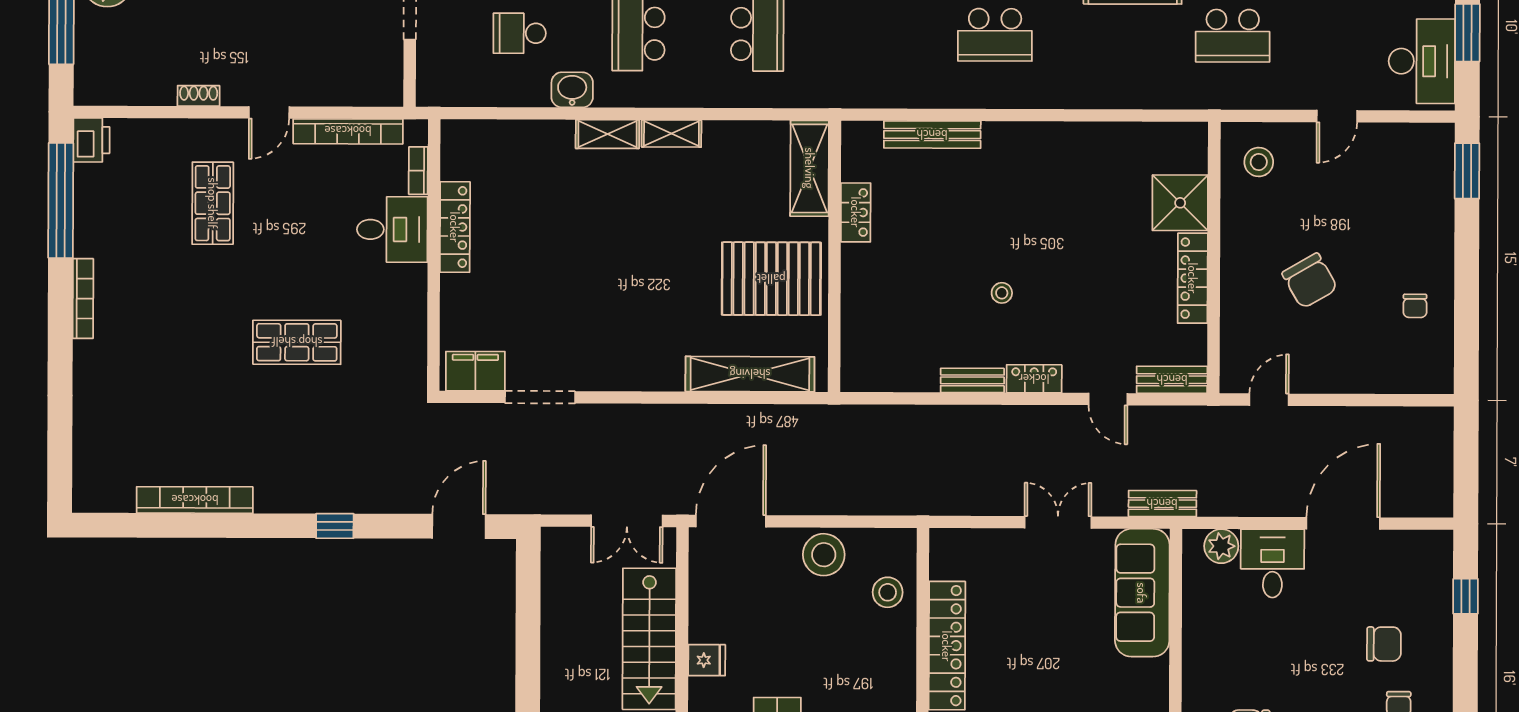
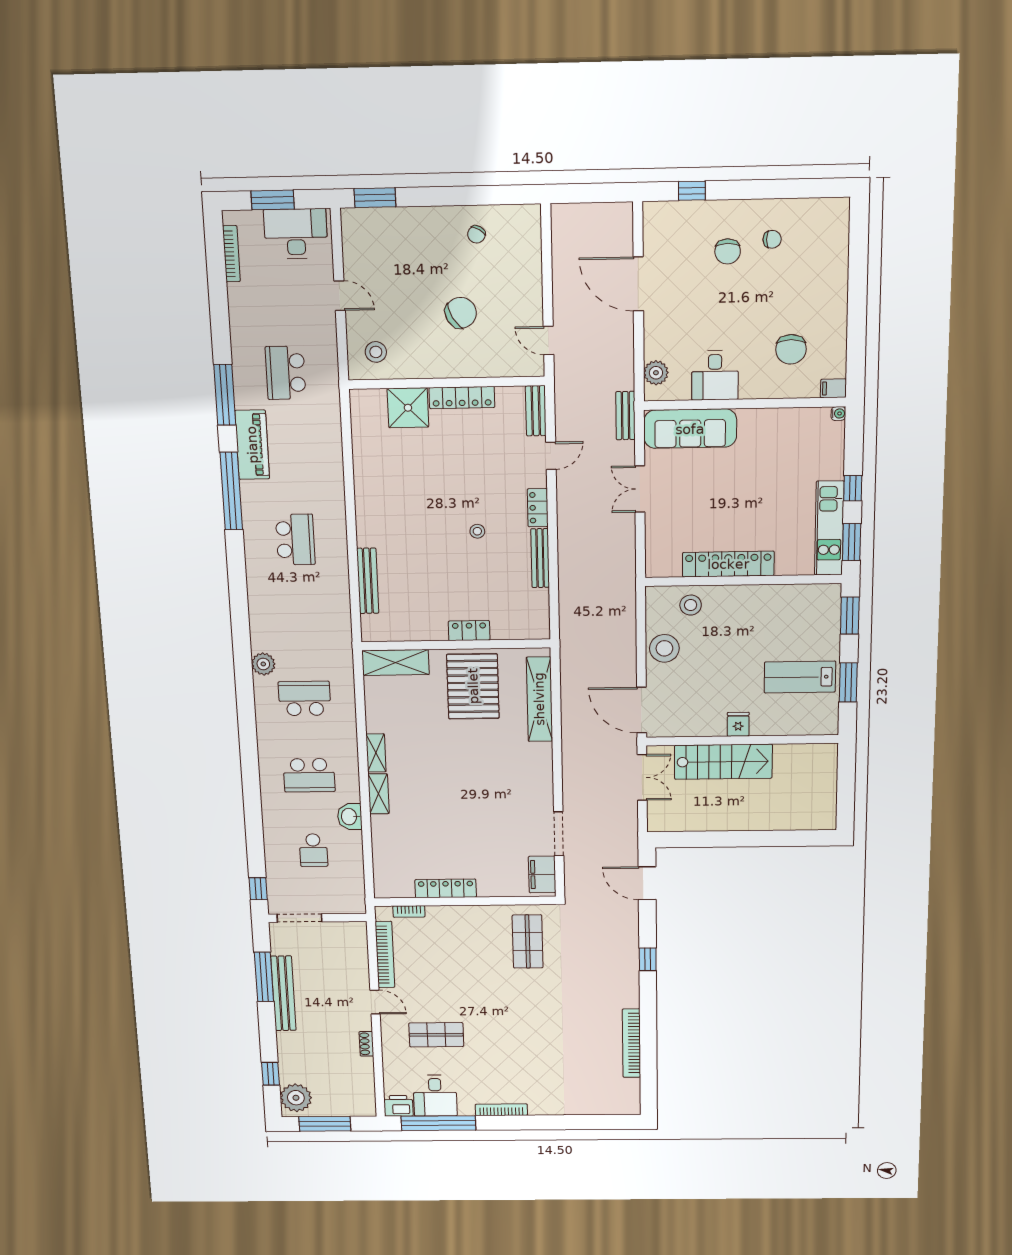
school desk: (1233, 36) -> (286, 373), turned 180
locker: (856, 212) -> (469, 631), moved
desk: (392, 229) -> (435, 1096), moved, turned 180
chair: (1415, 306) -> (476, 234), turned 121
shop shelf: (297, 342) -> (528, 942), moved
bench: (972, 380) -> (540, 558), width x1.36
desk: (1272, 563) -> (715, 375), moved, turned -90
chair: (1384, 644) -> (728, 251), turned 180

